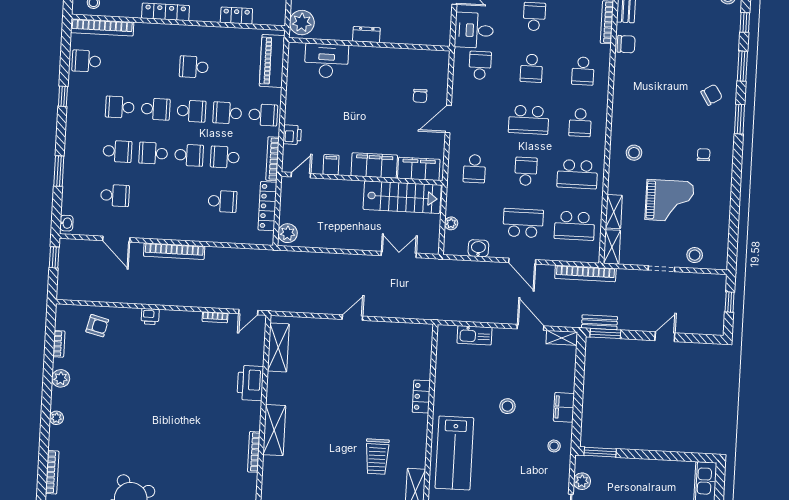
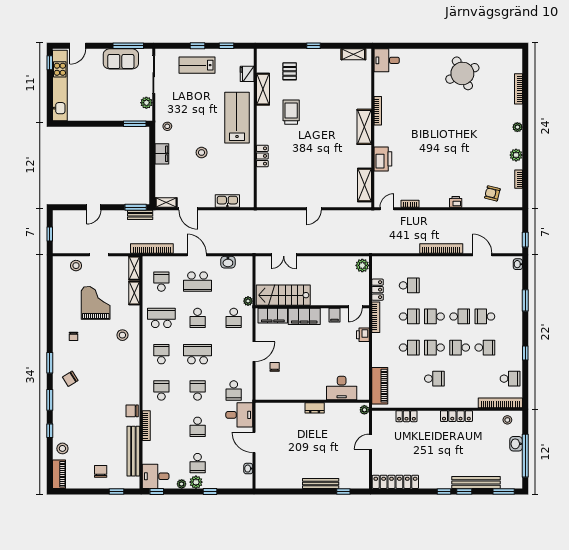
plant: (302, 23) -> (364, 410), width x0.53, depth x0.53
school desk: (263, 115) -> (384, 348), removed
school desk: (474, 169) -> (234, 318), turned 180
school desk: (115, 195) -> (485, 285), removed
school desk: (222, 201) -> (409, 285), turned 180
grand piano: (670, 201) -> (96, 303), turned 90
locker: (268, 206) -> (377, 290), width x0.66
plant: (451, 223) -> (248, 301), moved
school desk: (575, 226) -> (161, 282), width x0.54

